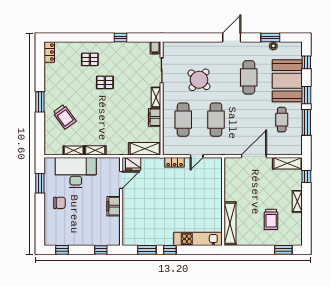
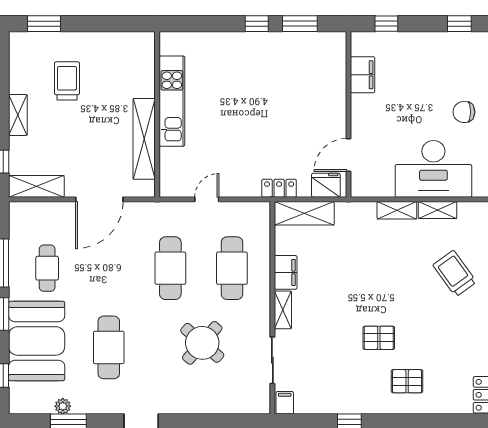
locker: (175, 162) -> (279, 188), moved
filing cabinet: (114, 206) -> (363, 75), moved
shelving: (230, 223) -> (144, 139), moved
kitchen unit: (198, 239) -> (172, 101), moved, turned -90

